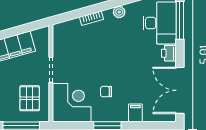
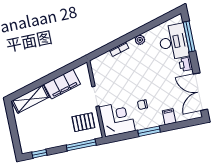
pallet: (30, 98) -> (83, 122), turned 90

